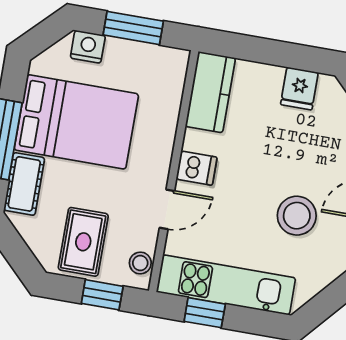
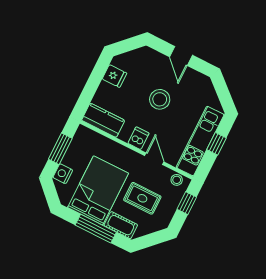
stool: (297, 216) -> (160, 99), moved
rug: (83, 242) -> (142, 198), moved
window: (205, 313) -> (216, 144), moved

